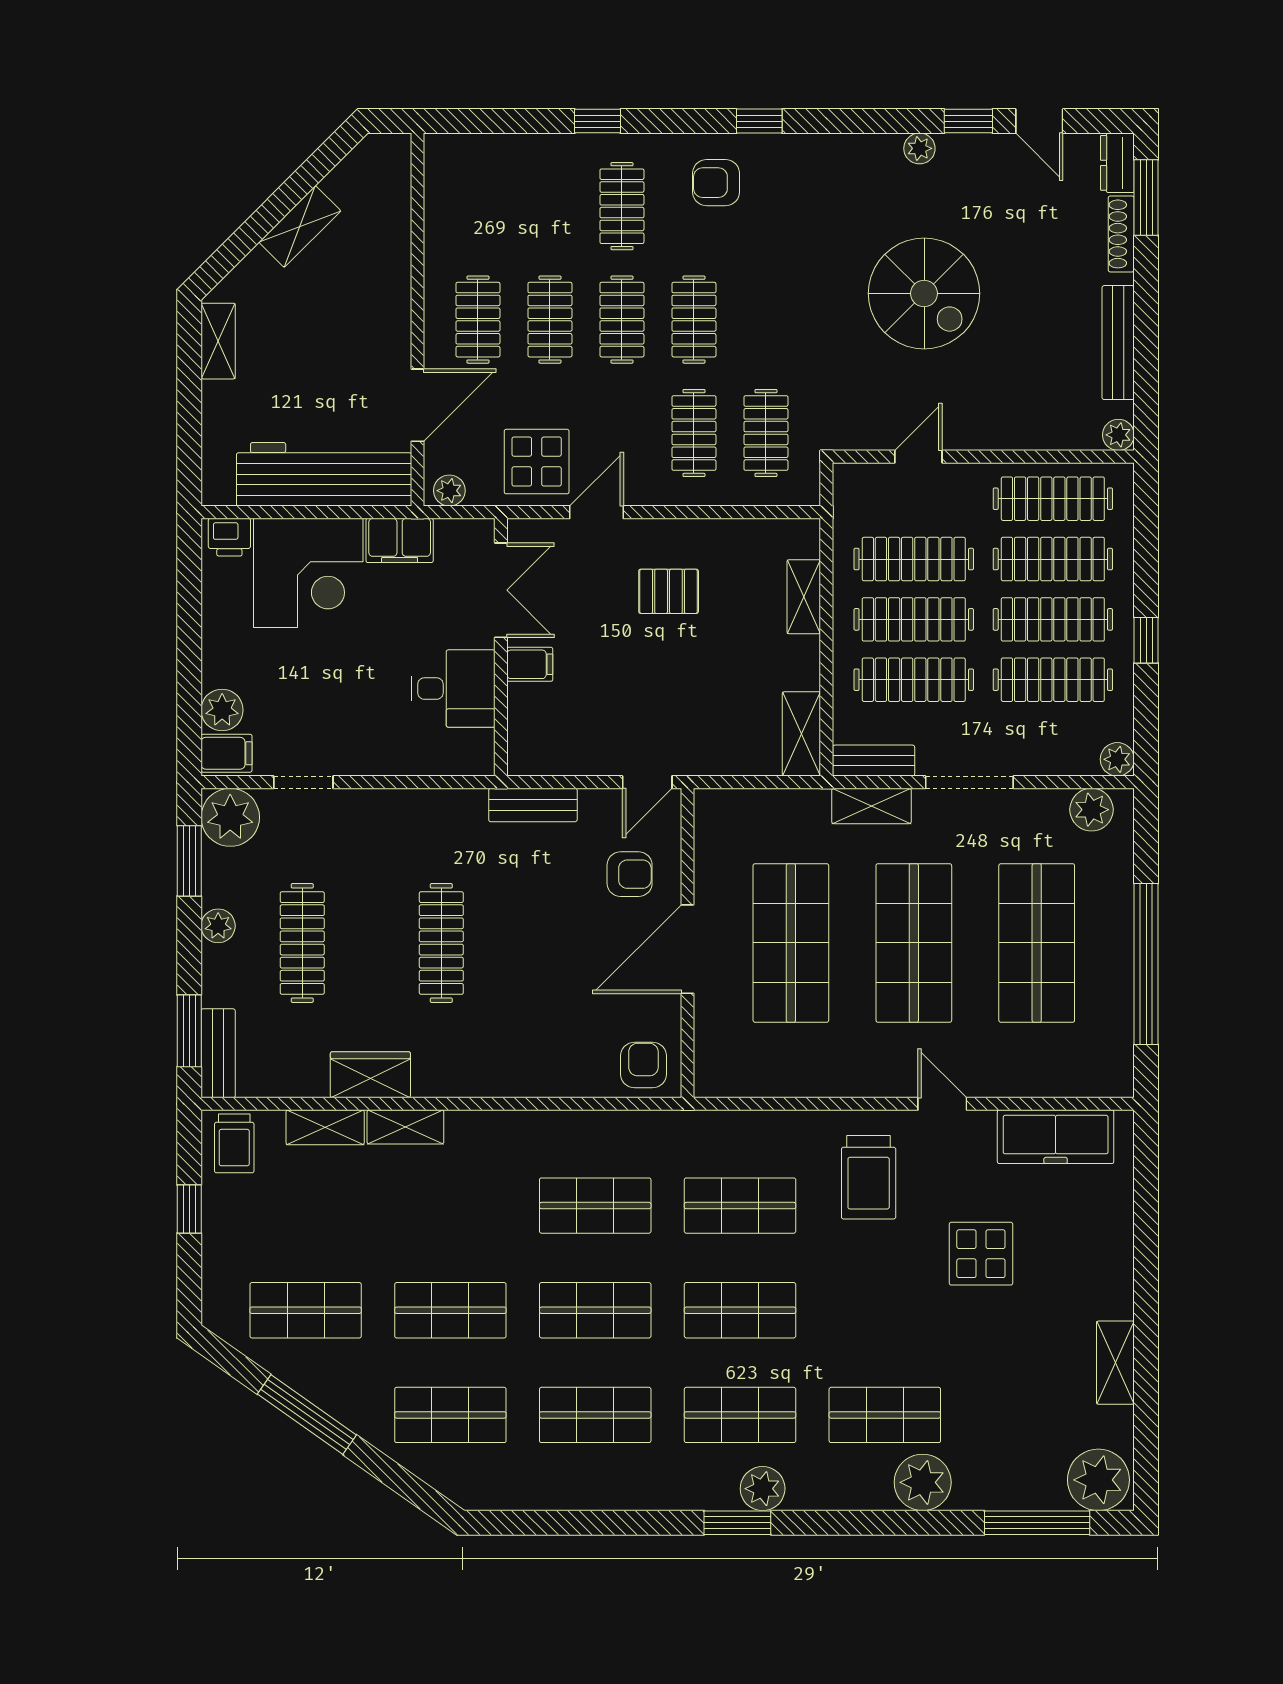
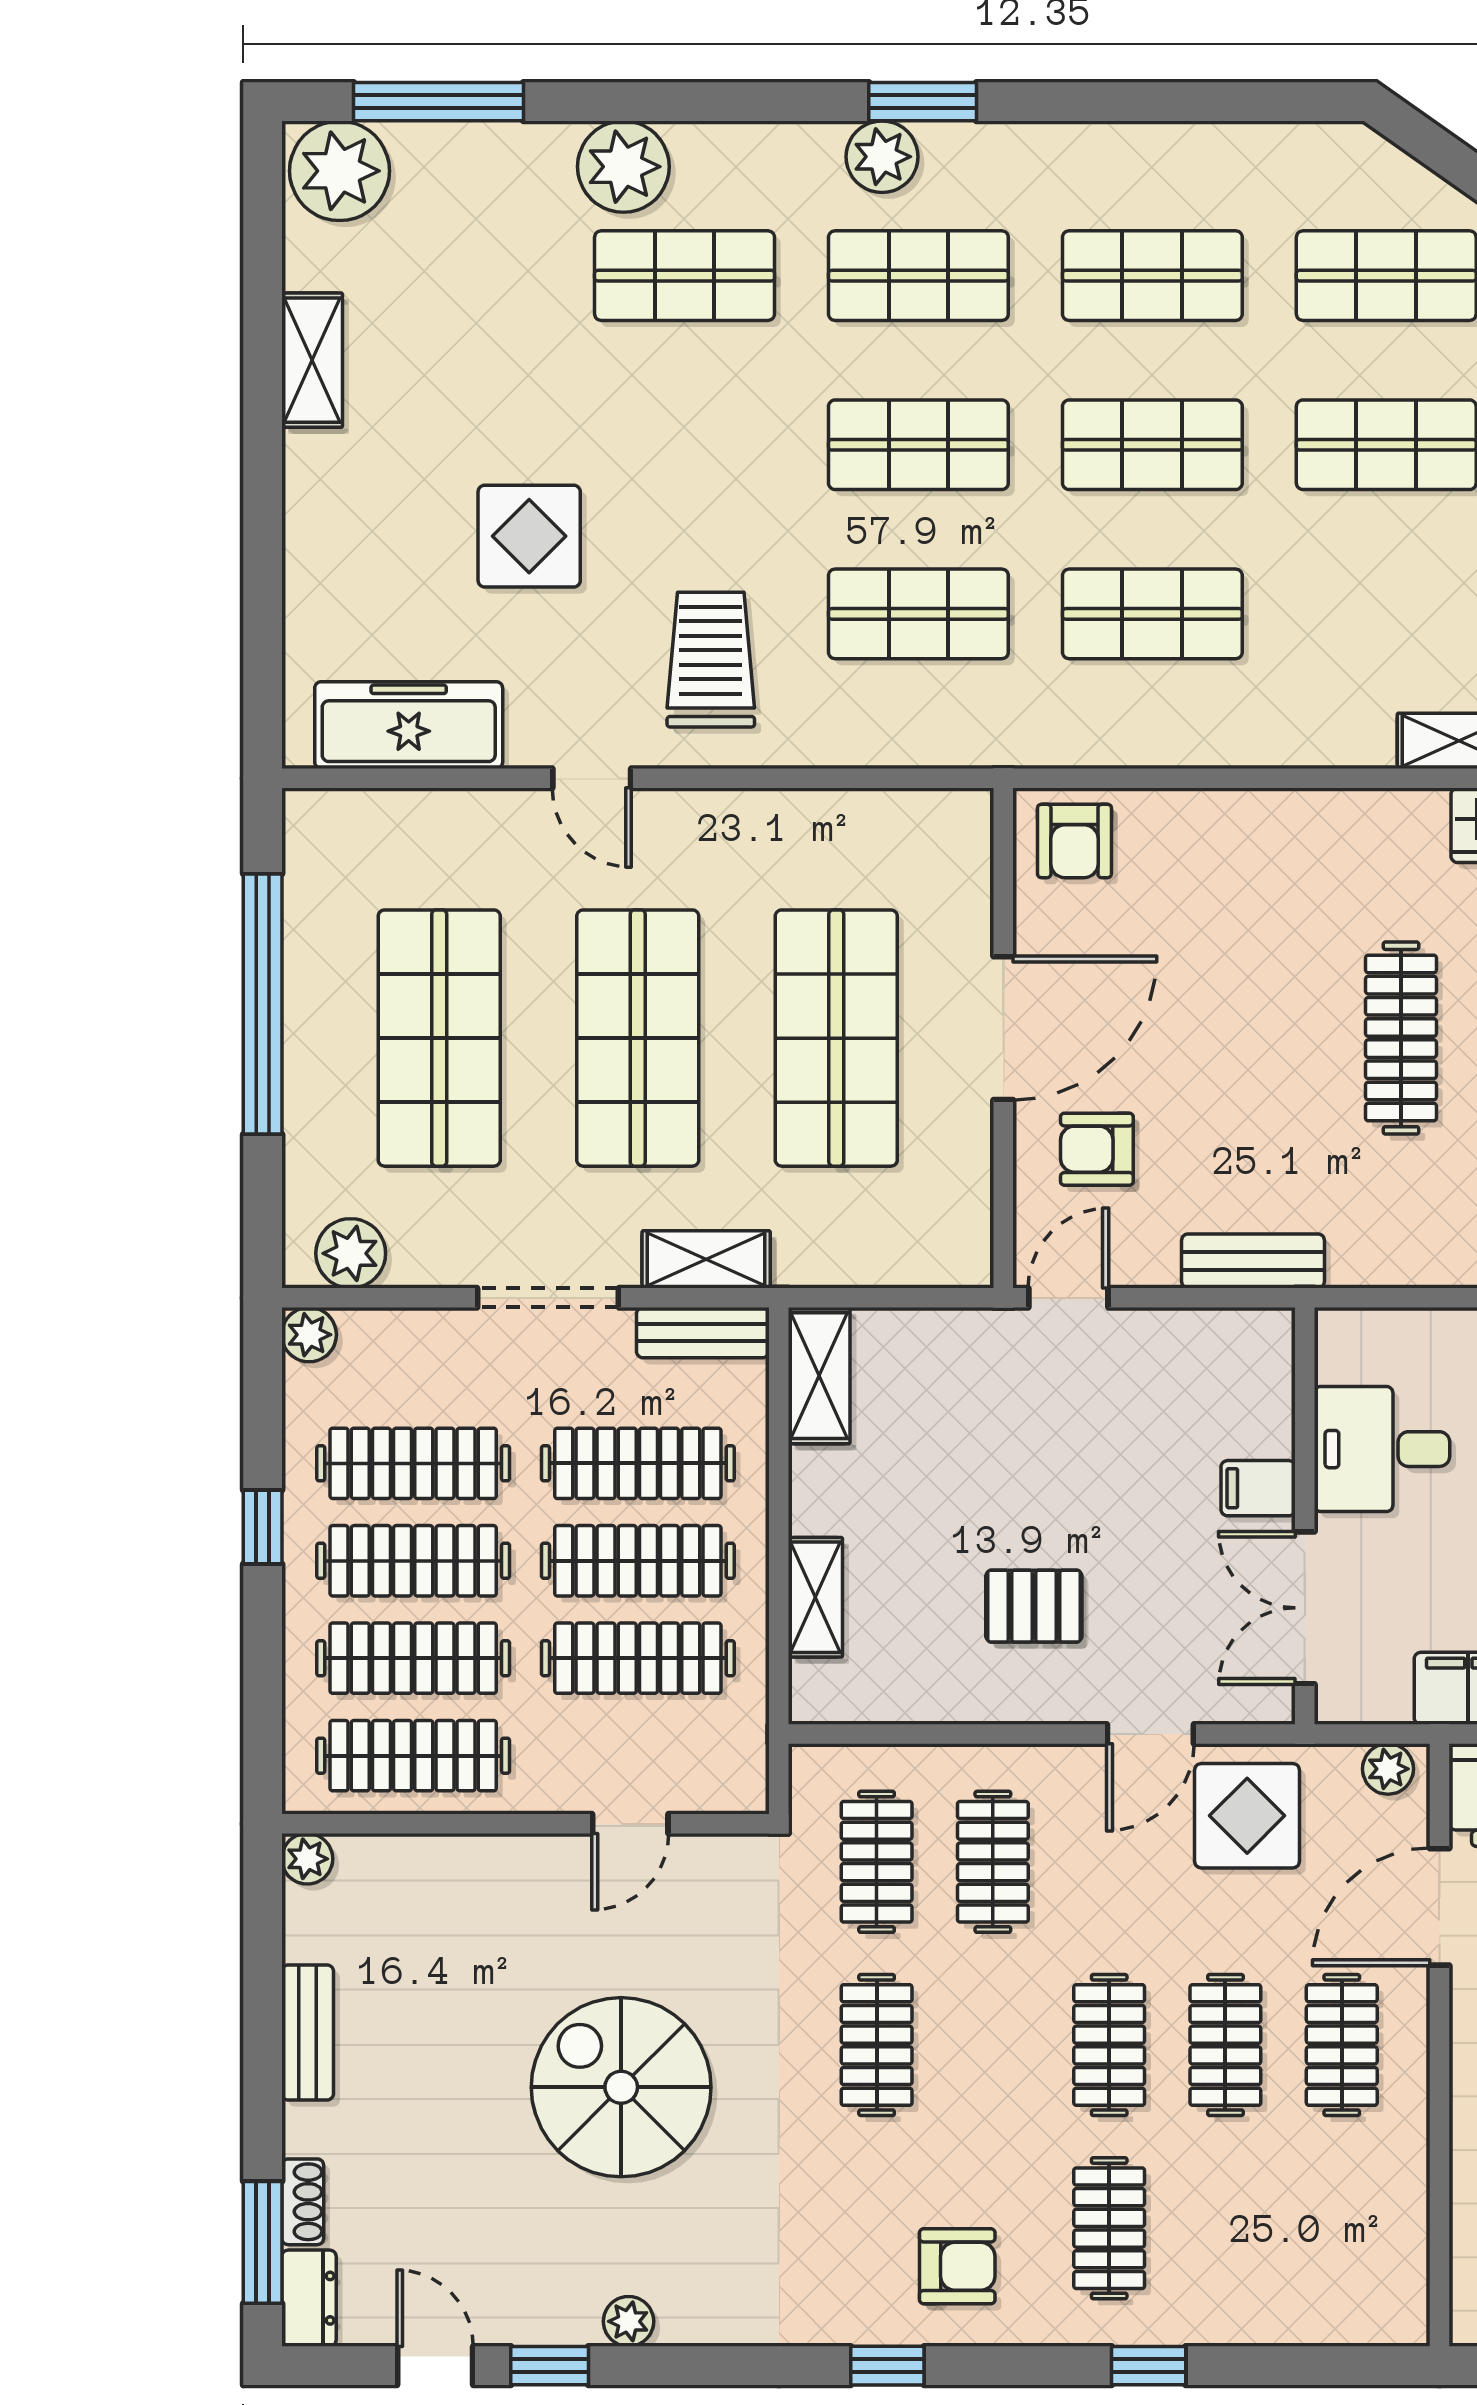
shoe rack: (1121, 234) -> (303, 2202), width x0.70
clothes rail: (694, 320) -> (877, 2045), moved
bench: (1118, 343) -> (308, 2032), width x0.73

